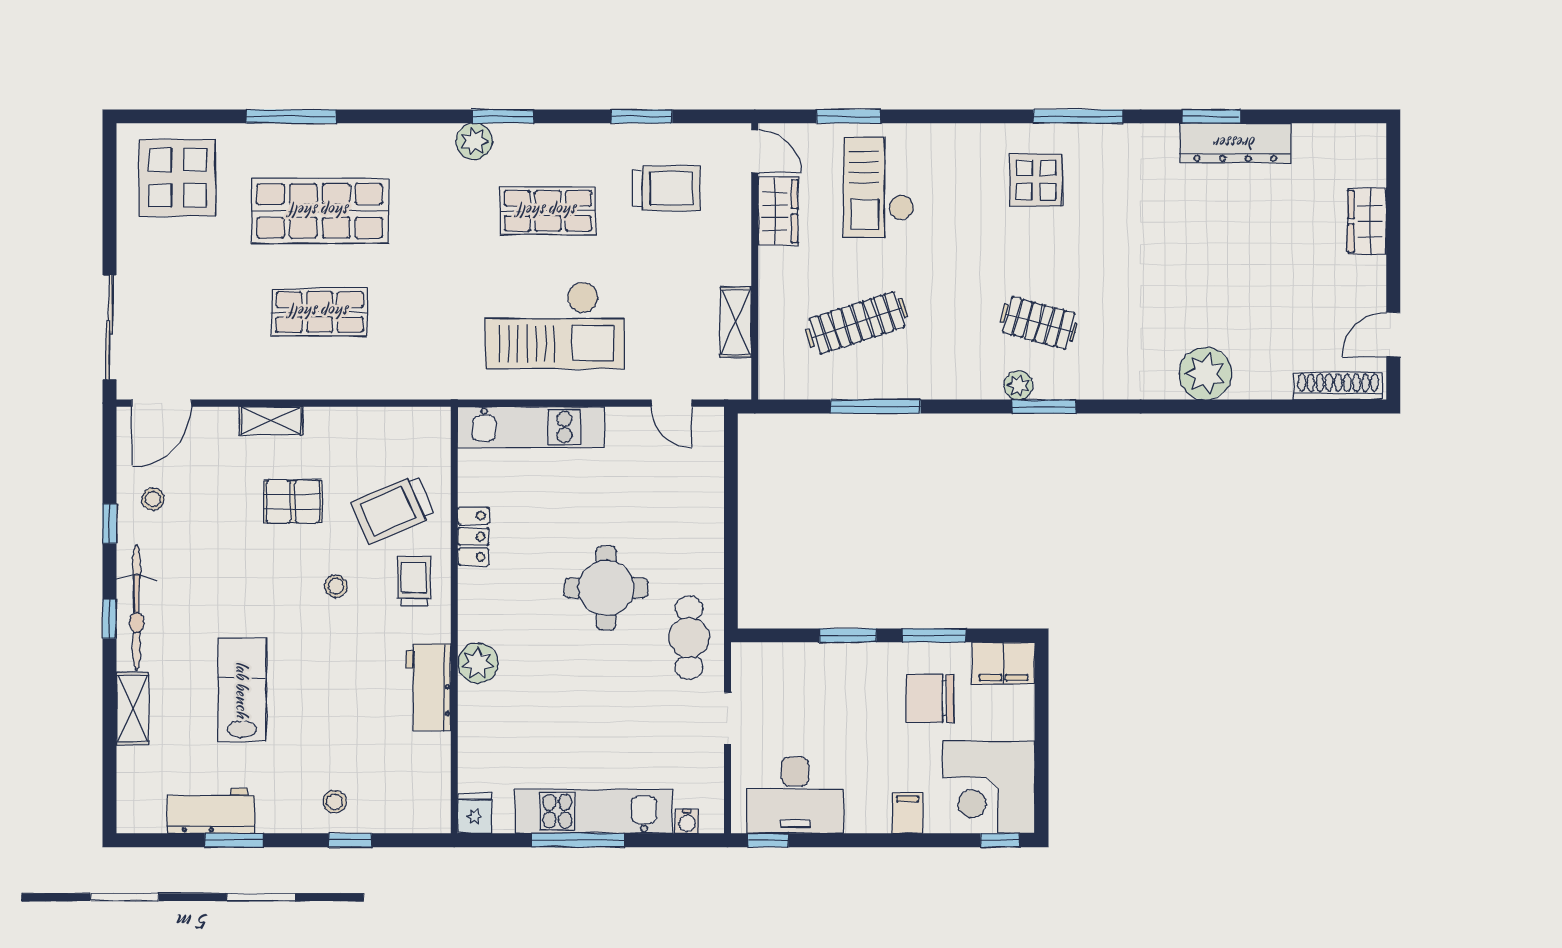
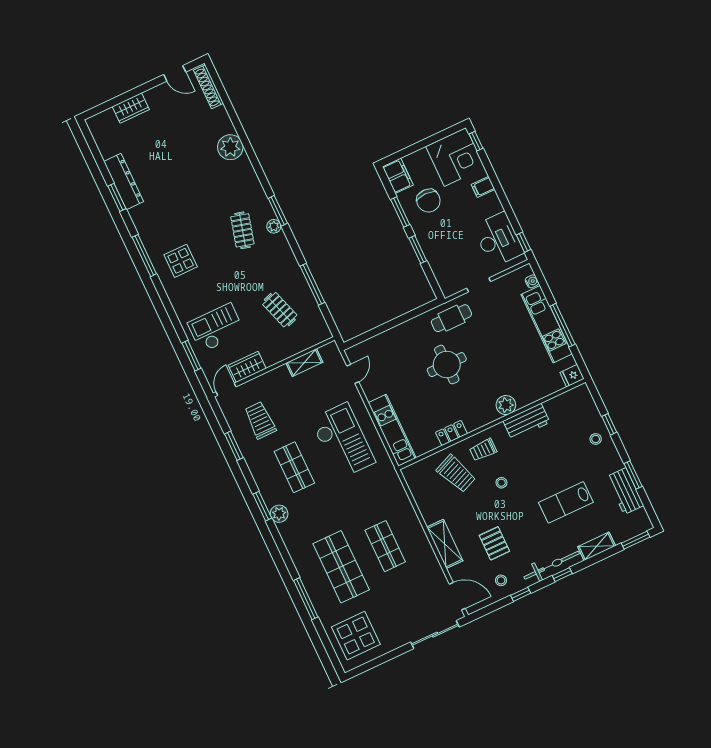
checkout: (879, 187) -> (216, 328), turned 180
clothes rail: (857, 323) -> (280, 310), width x0.73
shelving: (271, 421) -> (445, 544), width x1.50, depth x1.33
pallet: (293, 502) -> (494, 543), moved
window: (109, 787) -> (636, 540), added

